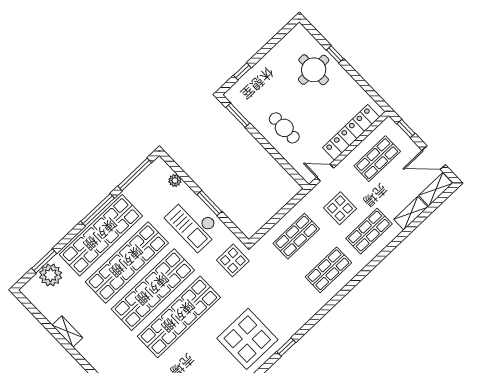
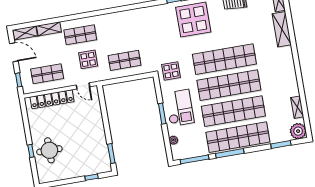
cafe table: (284, 128) -> (89, 128), removed
shop shelf: (328, 270) -> (119, 28), removed
plant: (51, 275) -> (298, 131), moved
shelving: (67, 331) -> (297, 107), moved

